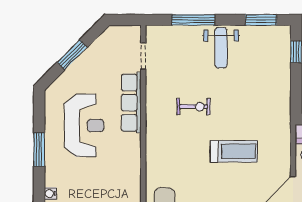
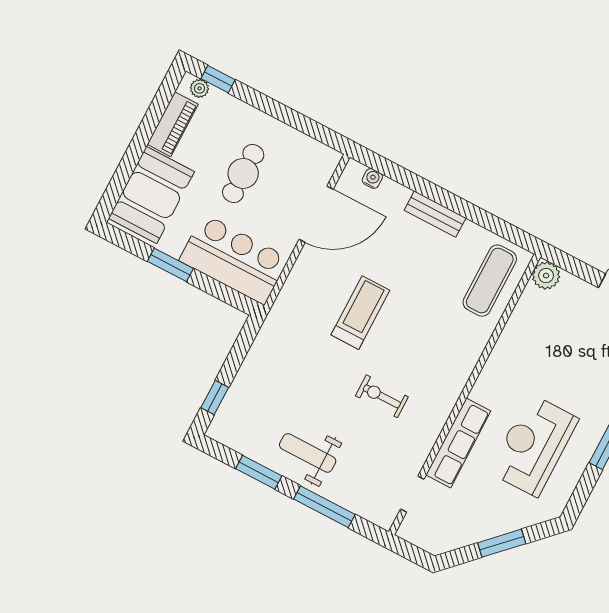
window: (261, 20) -> (259, 472), moved
weight bench: (221, 48) -> (308, 453), turned -90
treadmill: (234, 151) -> (360, 313), turned 90

